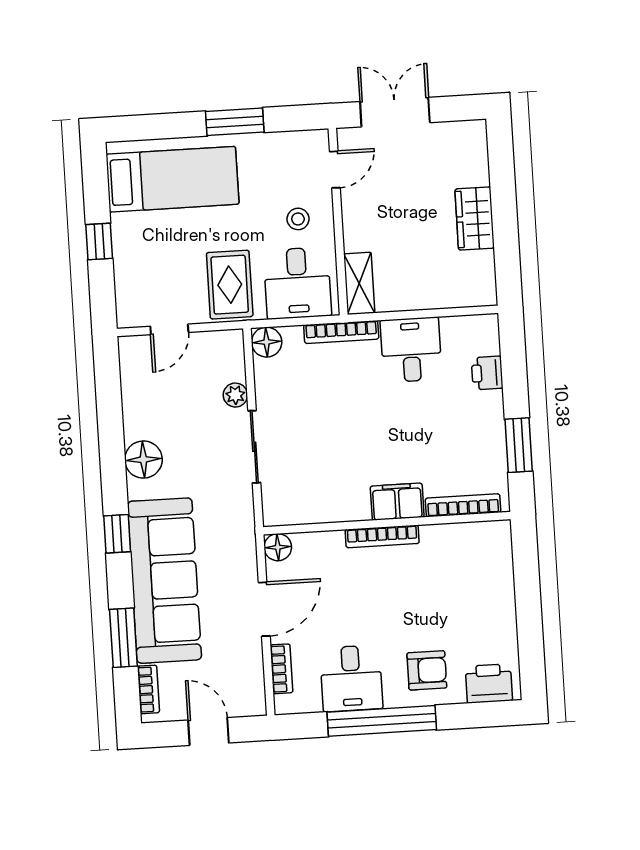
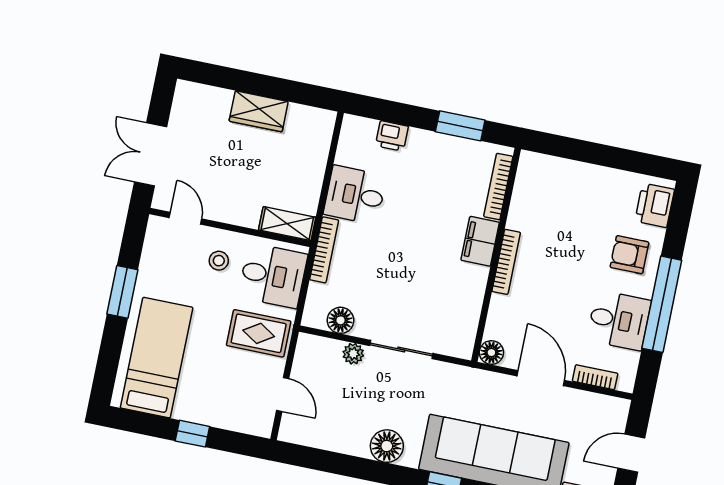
floor lamp: (267, 342) -> (341, 320), moved
armchair: (427, 670) -> (629, 255), turned -90

